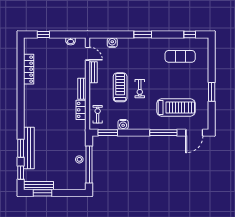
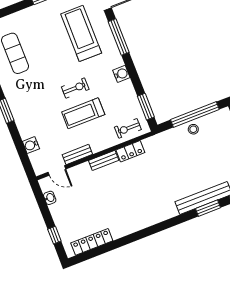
door: (88, 54) -> (57, 171), swing flipped
locker: (29, 69) -> (92, 242), moved
water cooler: (123, 124) -> (121, 74), moved

